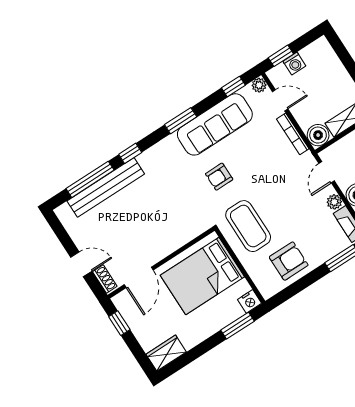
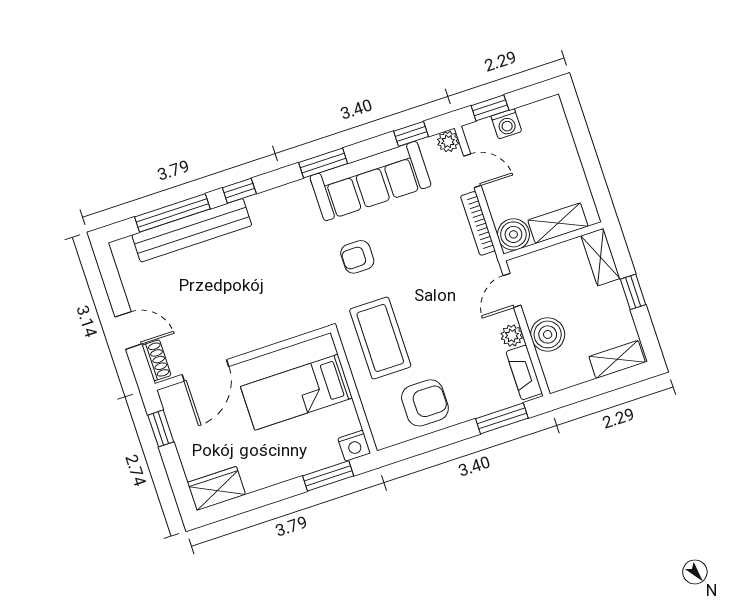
bed: (202, 276) -> (296, 392), width x0.67

